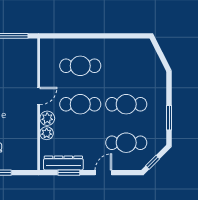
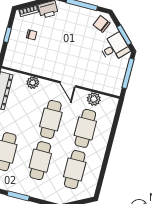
cafe table: (126, 66) -> (75, 170), added
plant: (47, 118) -> (94, 99), moved

